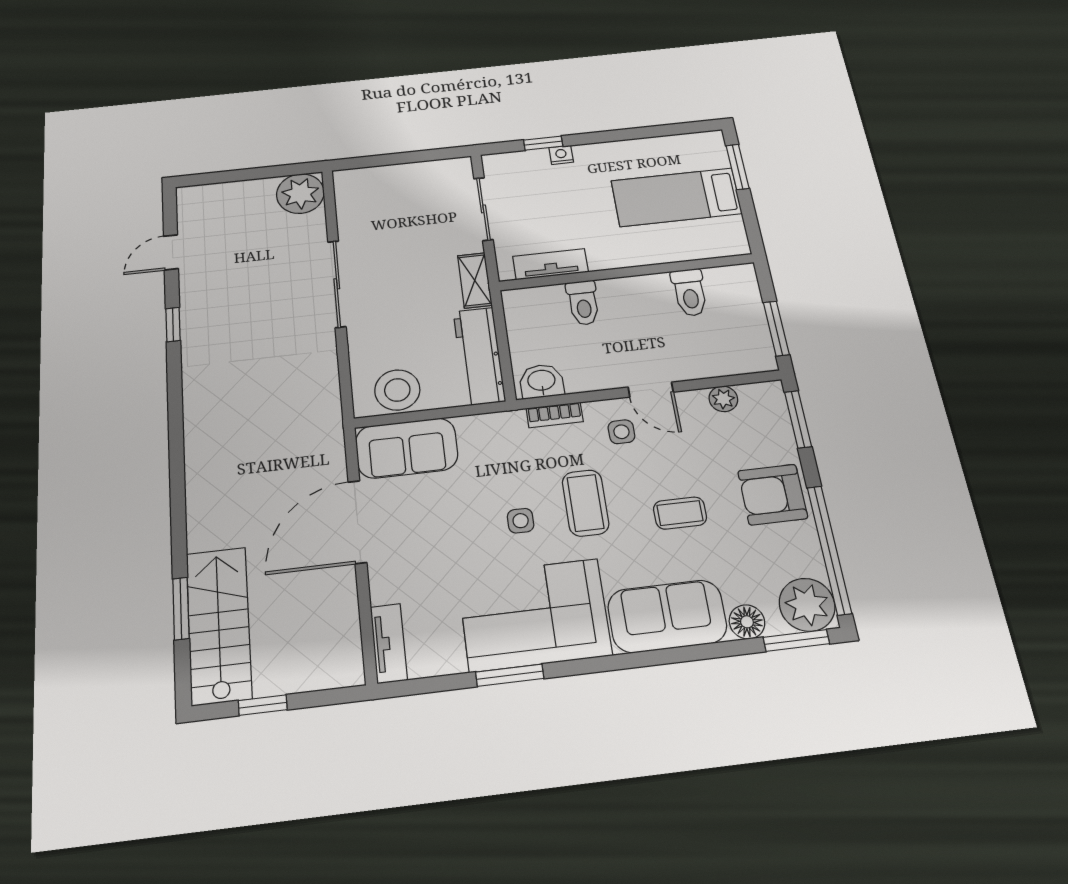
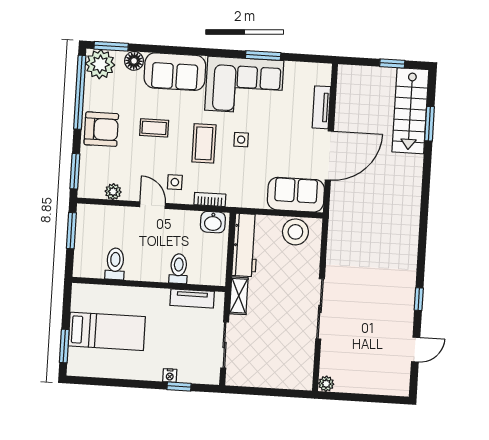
plant: (300, 194) -> (326, 384), width x0.53, depth x0.53
tv unit: (389, 643) -> (321, 107), moved

